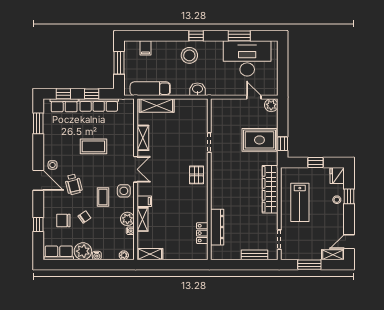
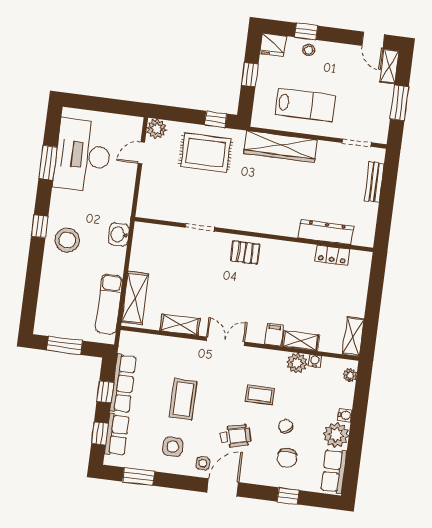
filing cabinet: (145, 48) -> (48, 303), removed
rug: (259, 140) -> (206, 153), turned 90
side table: (124, 191) -> (173, 447), moved

